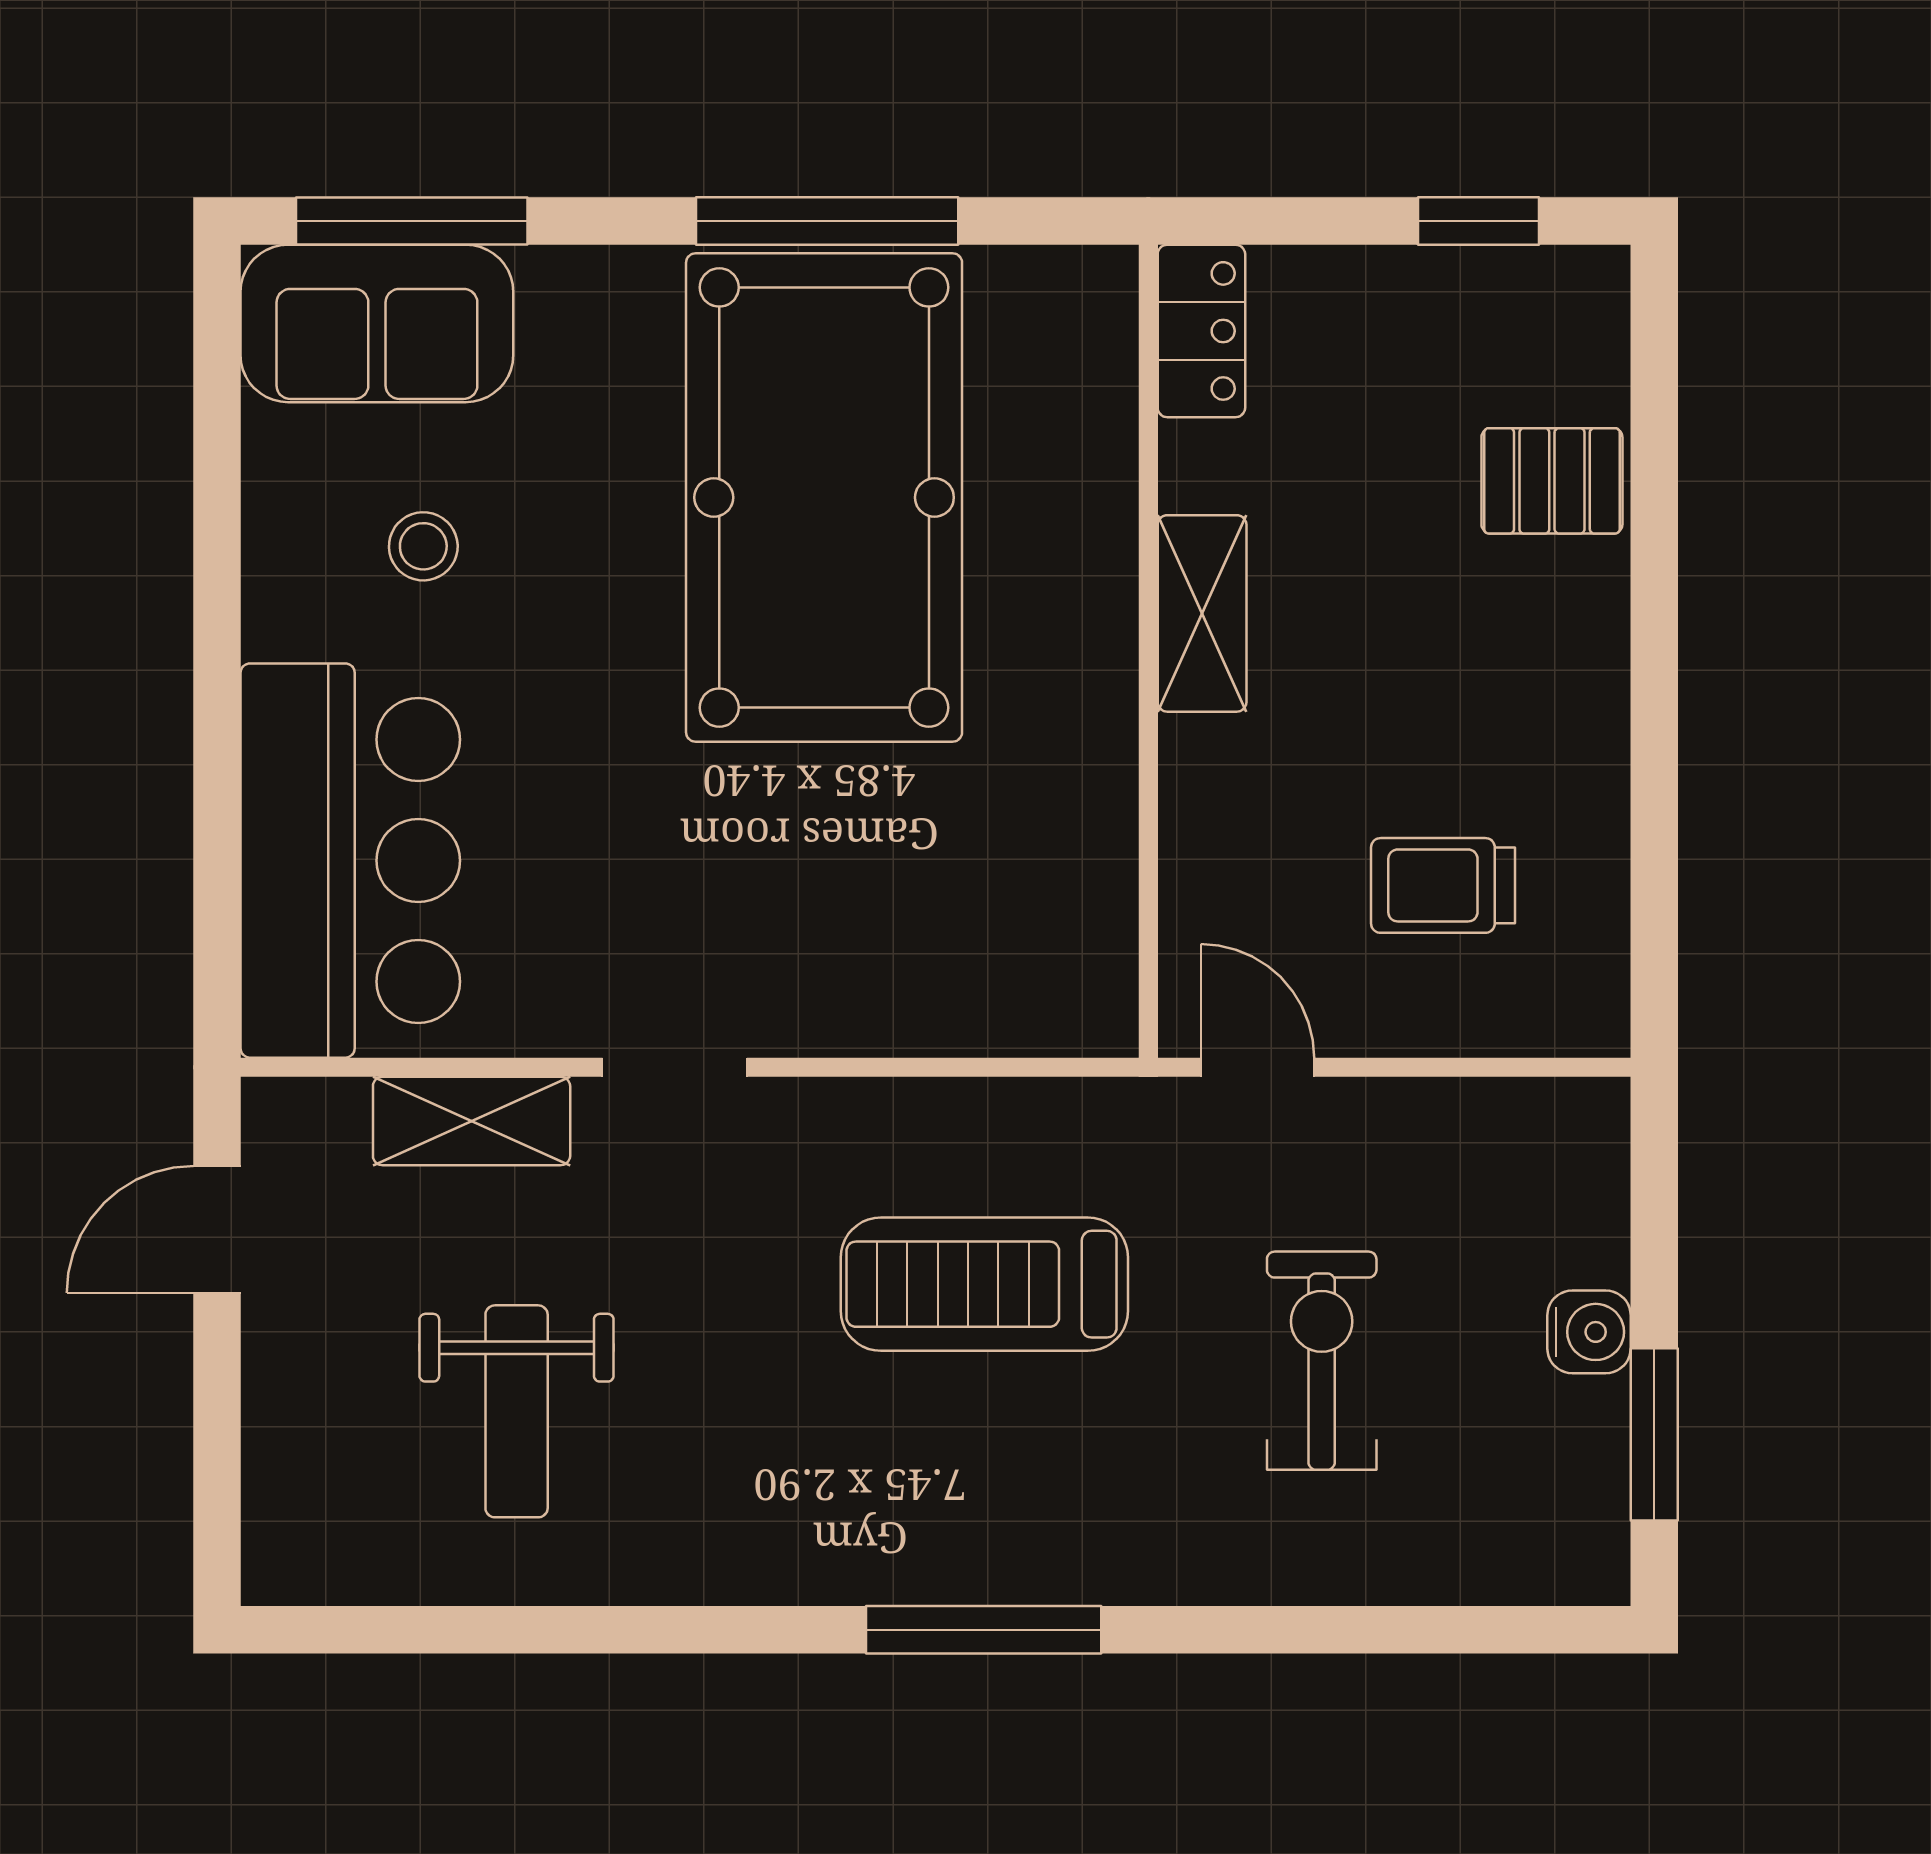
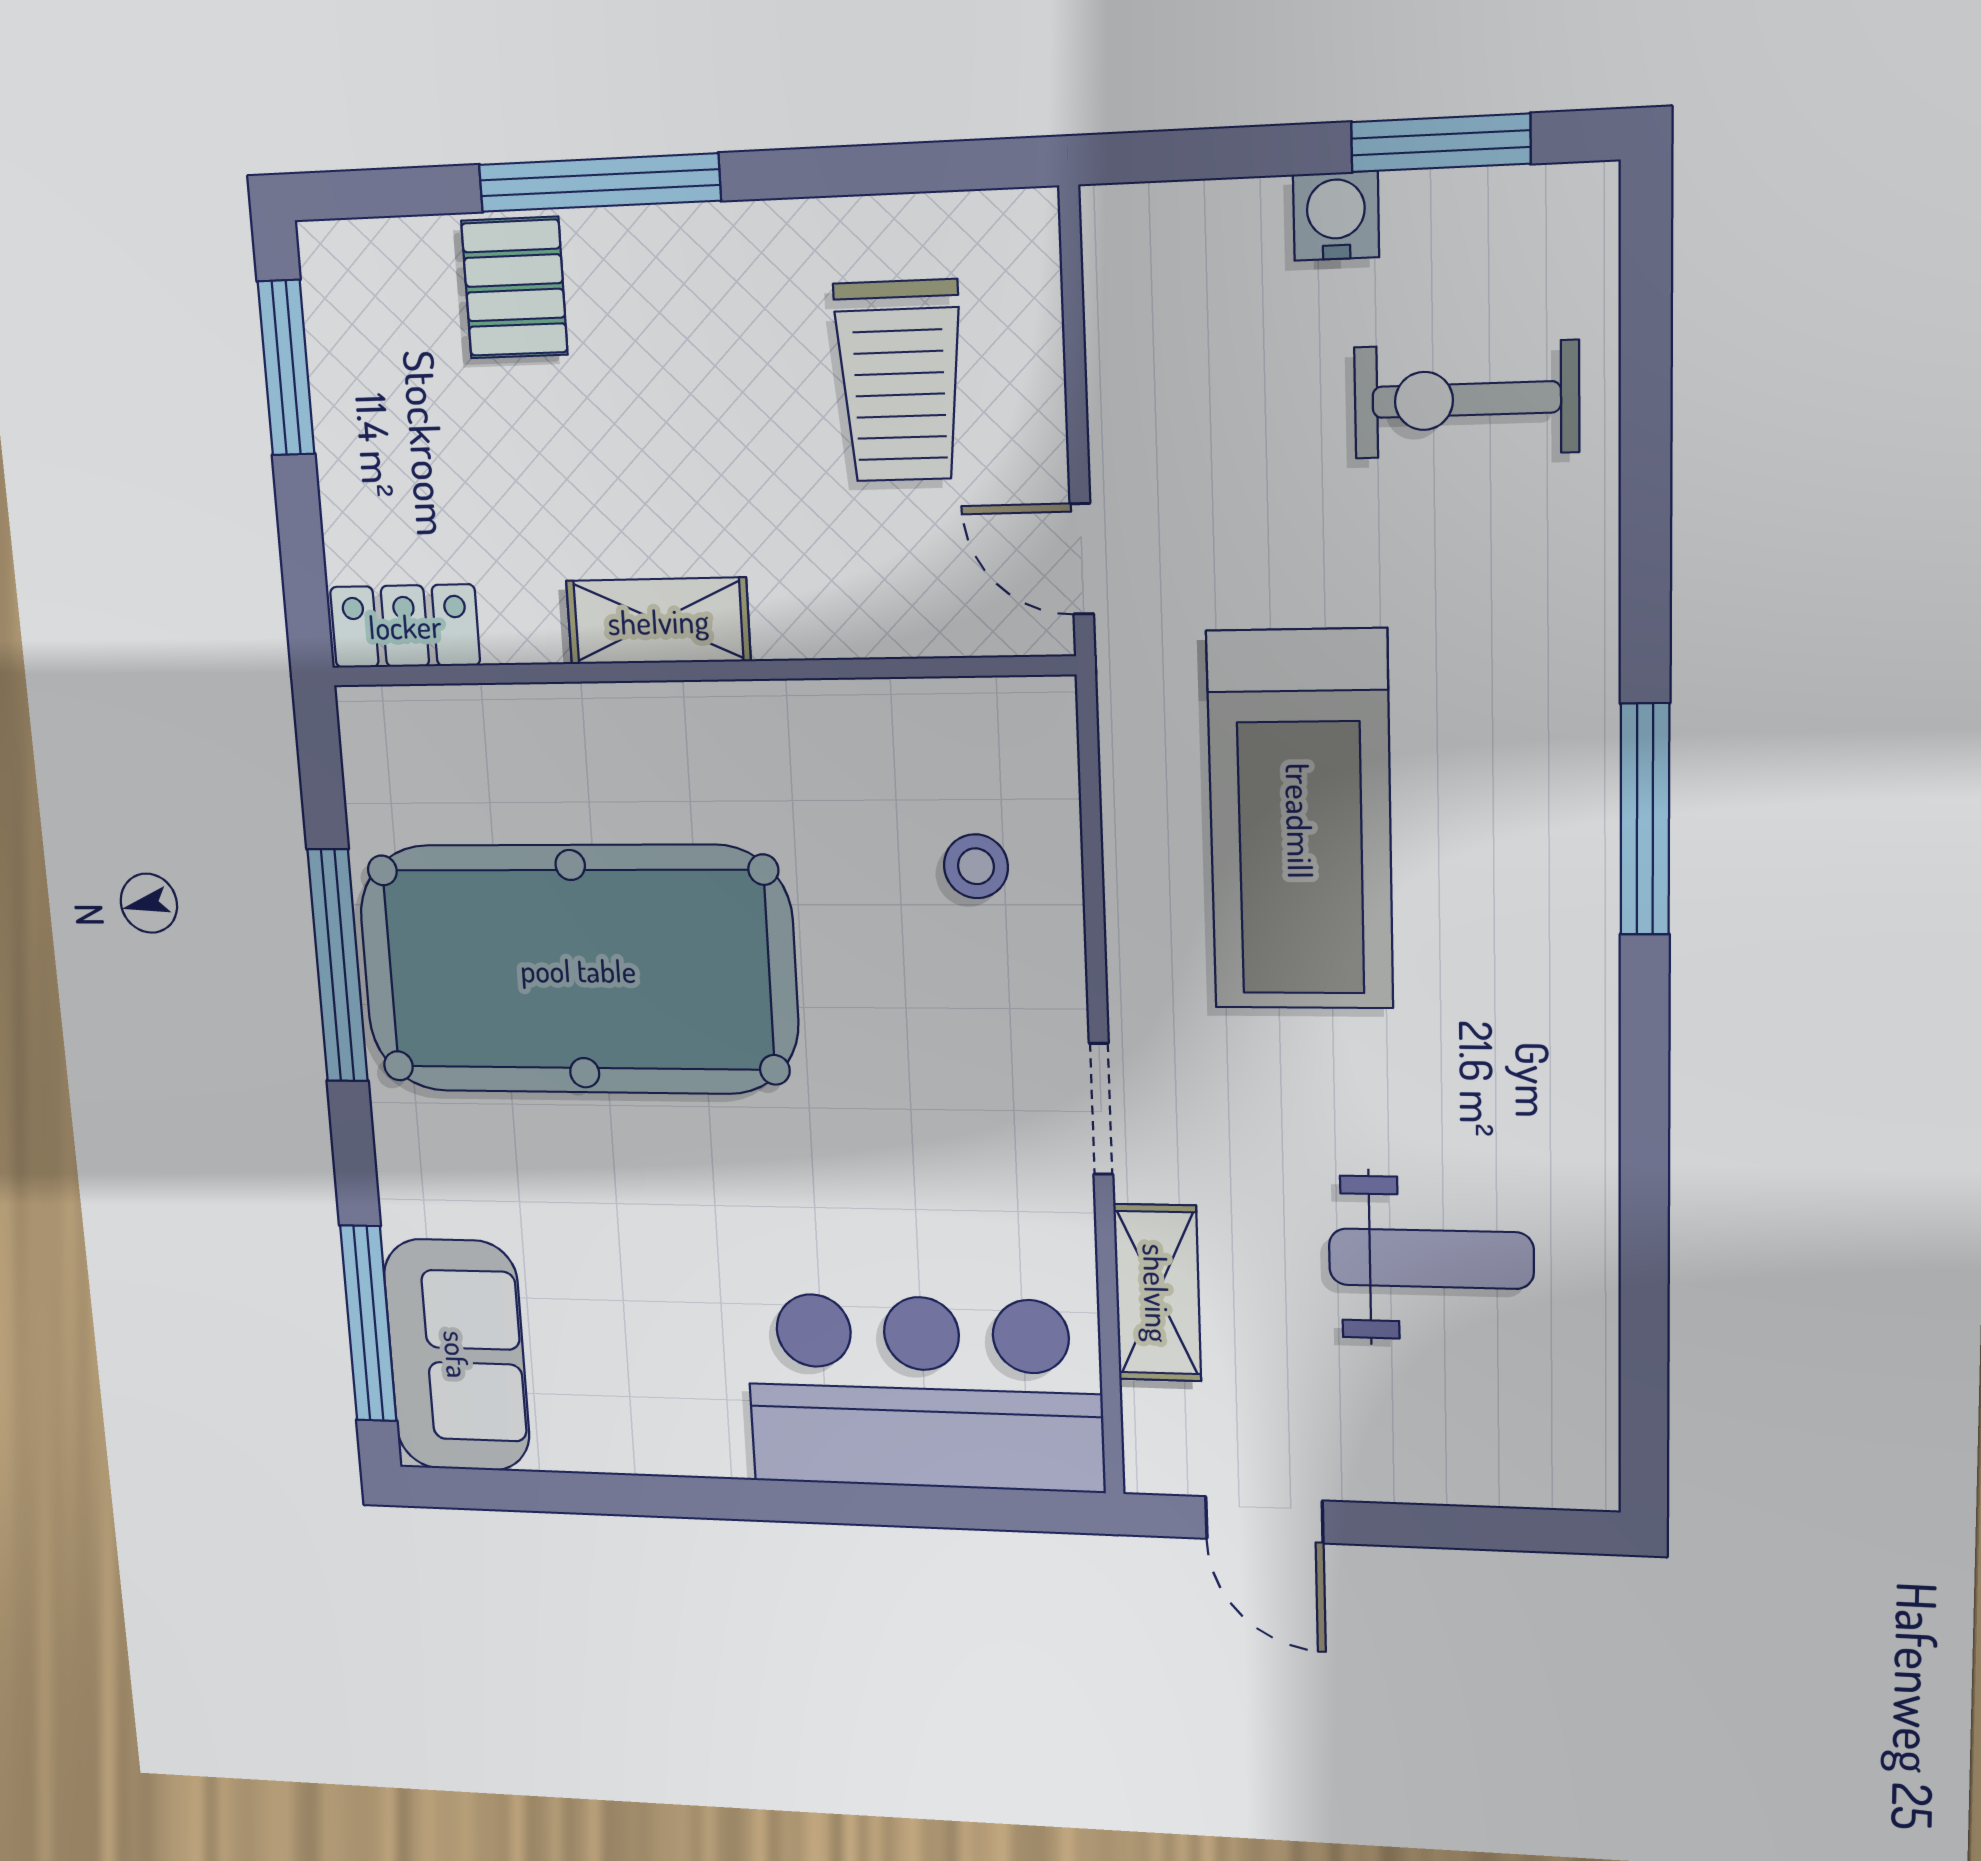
window: (1478, 221) -> (286, 368), width x1.50
stool: (423, 546) -> (976, 866), moved
window: (1654, 580) -> (599, 183), added
trolley: (1443, 885) -> (900, 381), width x1.36, depth x1.39
door: (1258, 1067) -> (1082, 559), hinge flipped
treadmill: (984, 1284) -> (1300, 821), width x1.37, depth x1.37
exercise bike: (1322, 1361) -> (1466, 400), moved

